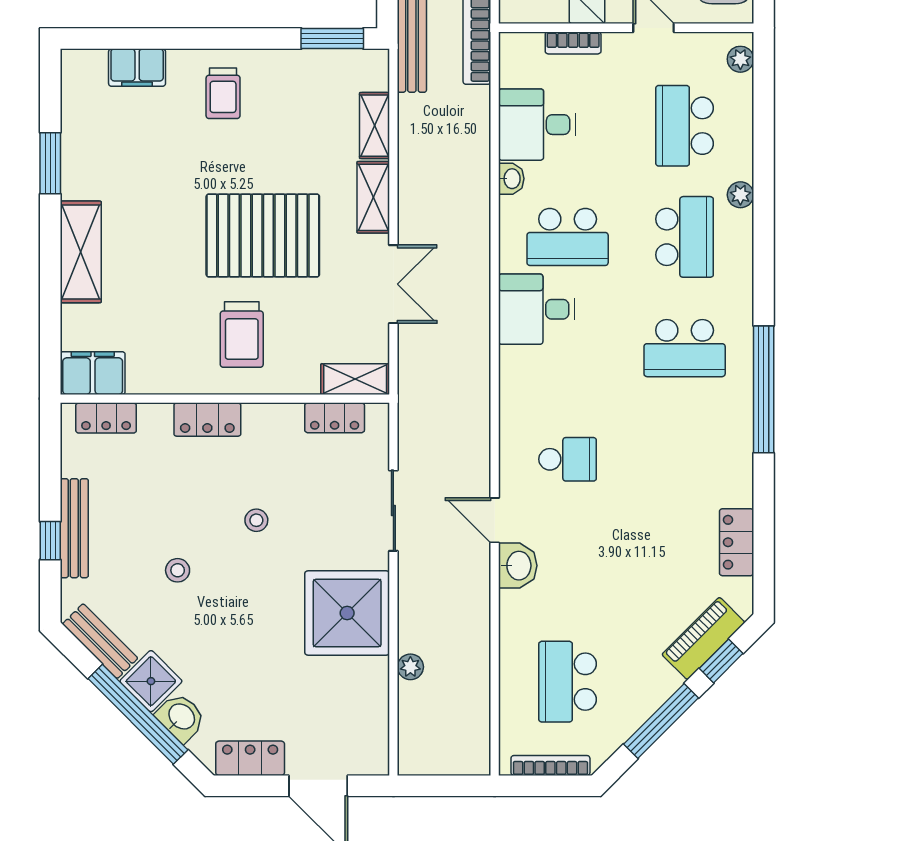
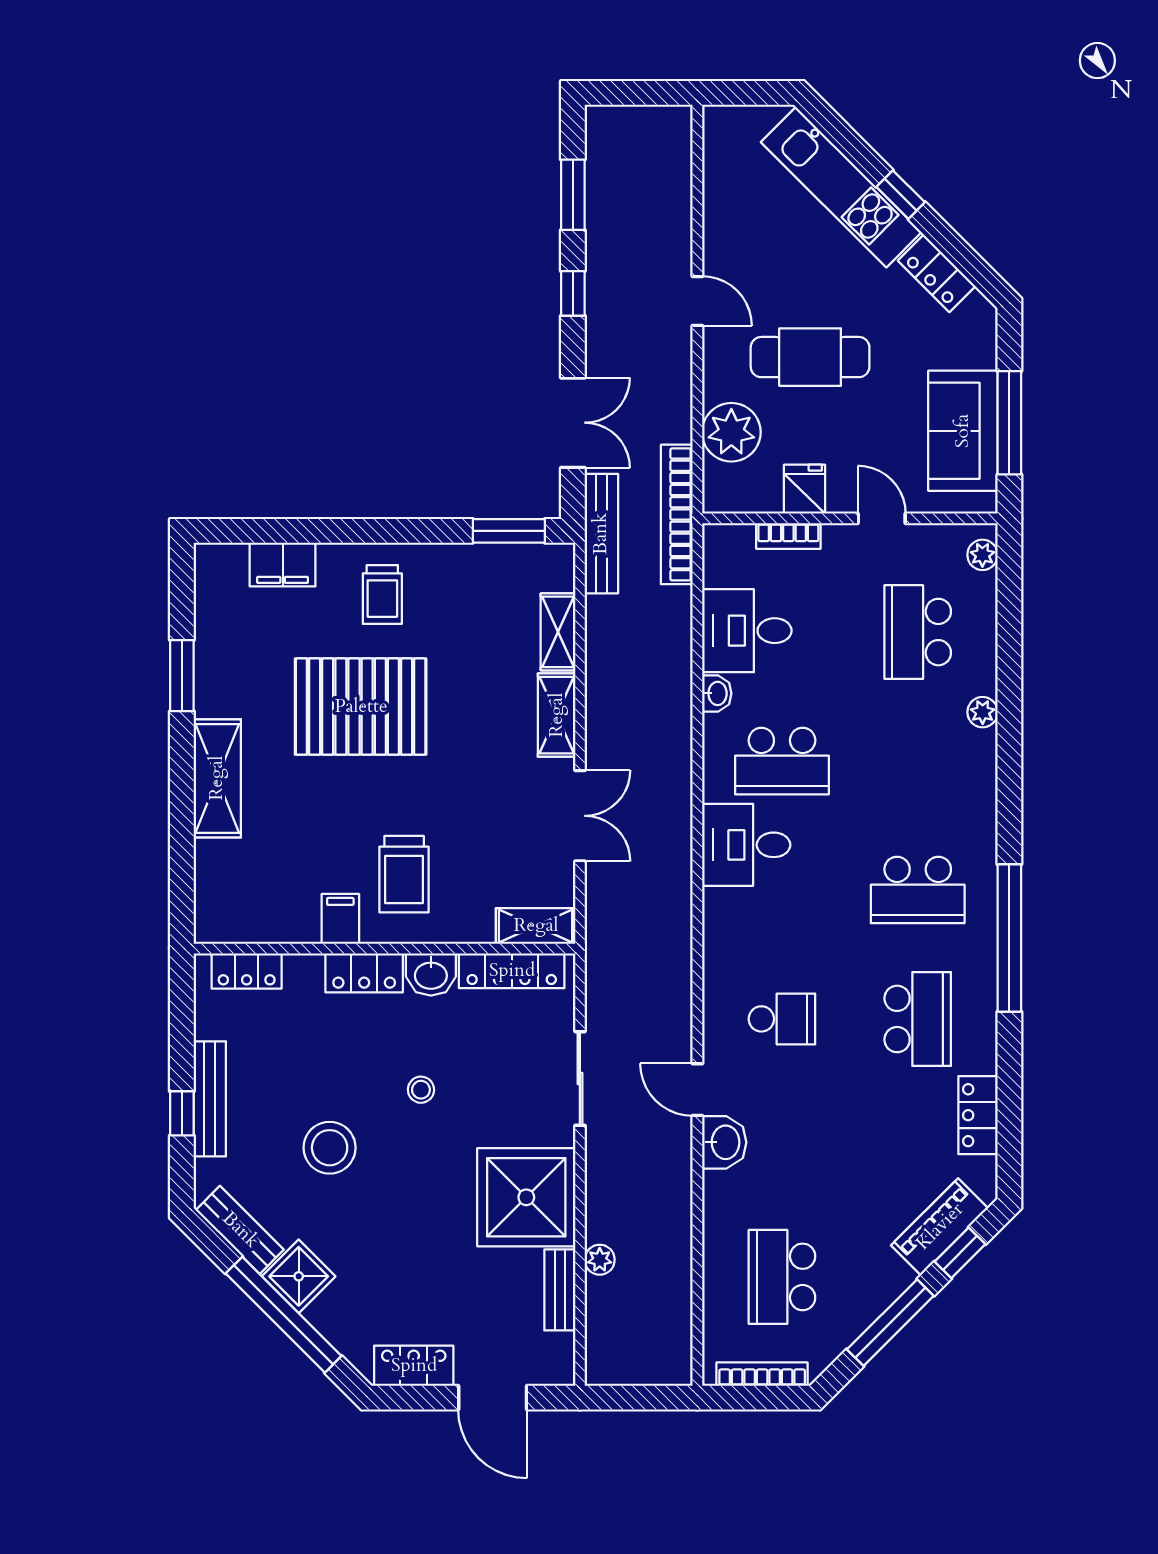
pallet: (263, 235) -> (361, 707), moved
school desk: (685, 237) -> (918, 1019), moved
filing cabinet: (93, 373) -> (340, 919), moved, width x0.50
locker: (335, 418) -> (512, 971), width x1.53
stool: (178, 570) -> (330, 1148), width x1.89, depth x1.89
bench: (376, 693) -> (560, 1290), added
washbasin: (181, 717) -> (431, 974), moved, turned 135

